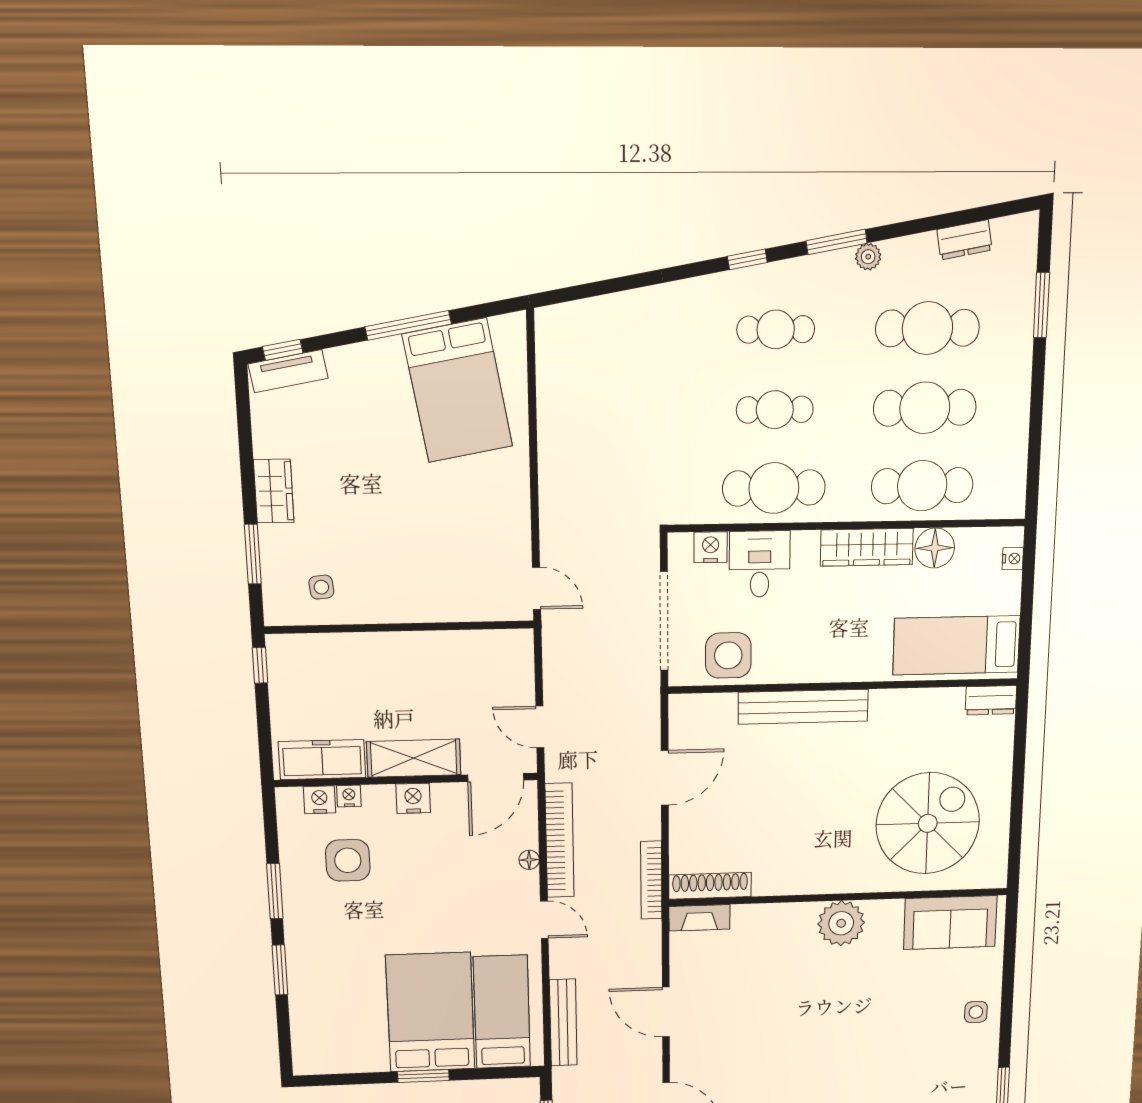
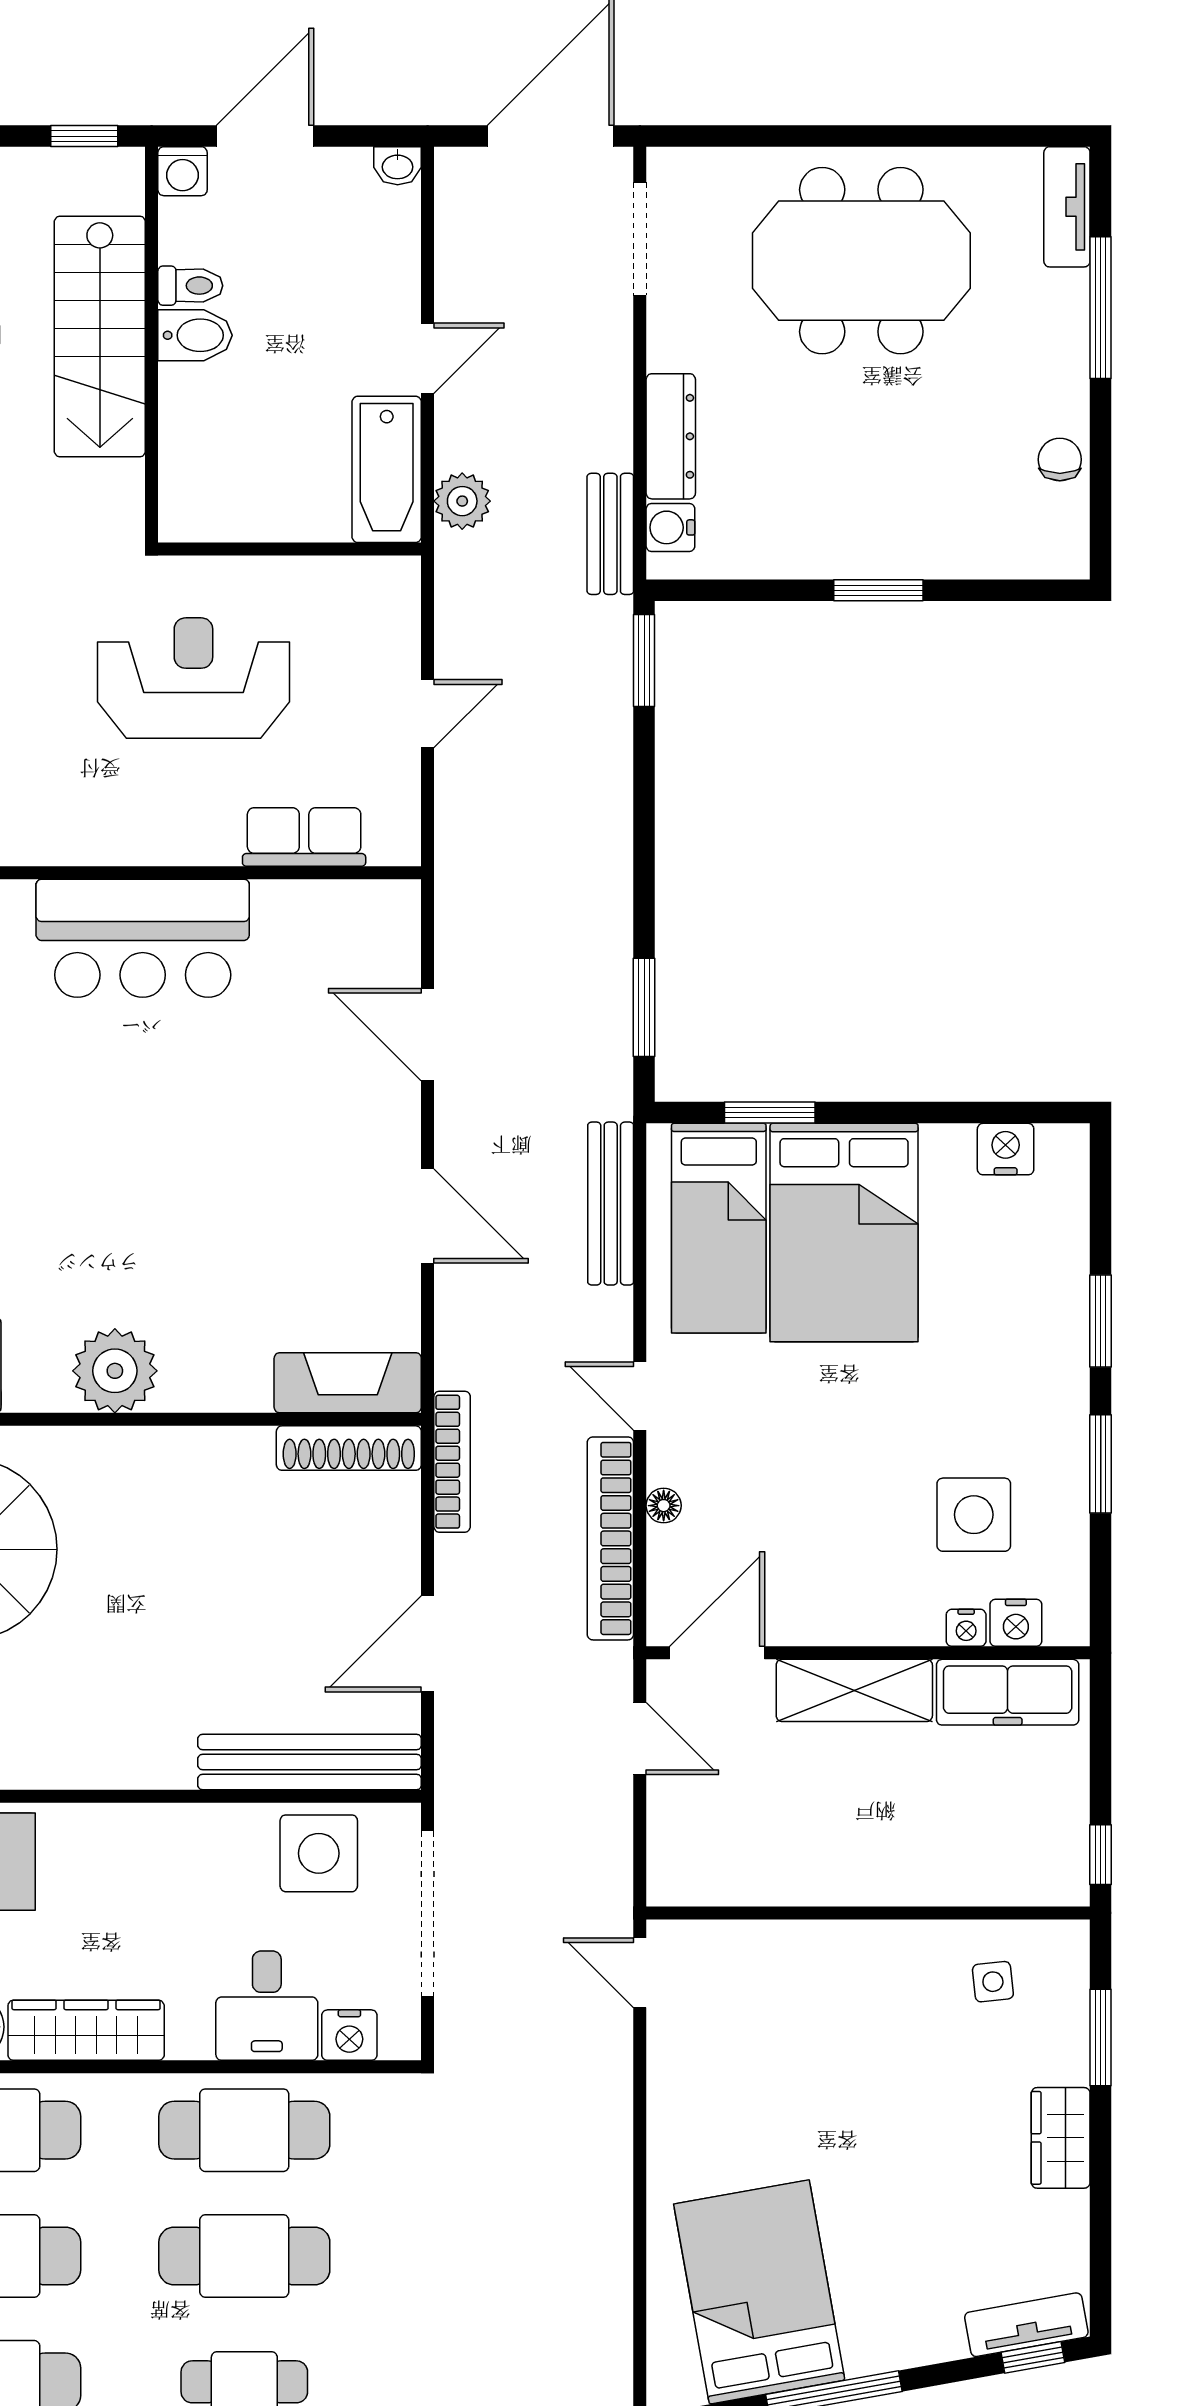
cafe table: (775, 410) -> (244, 2256), width x1.37, depth x1.35
bench: (803, 707) -> (310, 1762), moved
nightstand: (413, 798) -> (1006, 1149), moved, turned 180
fireplace: (699, 918) -> (348, 1383), width x1.37, depth x1.32
window: (423, 1076) -> (770, 1113), moved

